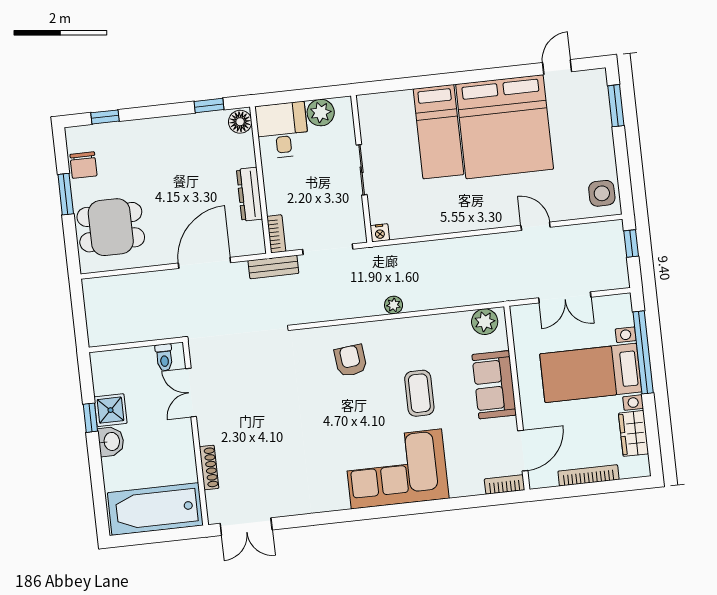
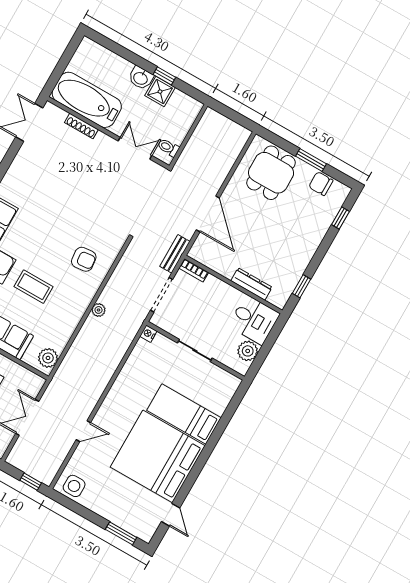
floor lamp: (240, 122) -> (278, 298), removed
dresser: (249, 194) -> (251, 284), moved
bathtub: (155, 509) -> (87, 100), moved, turned -90

